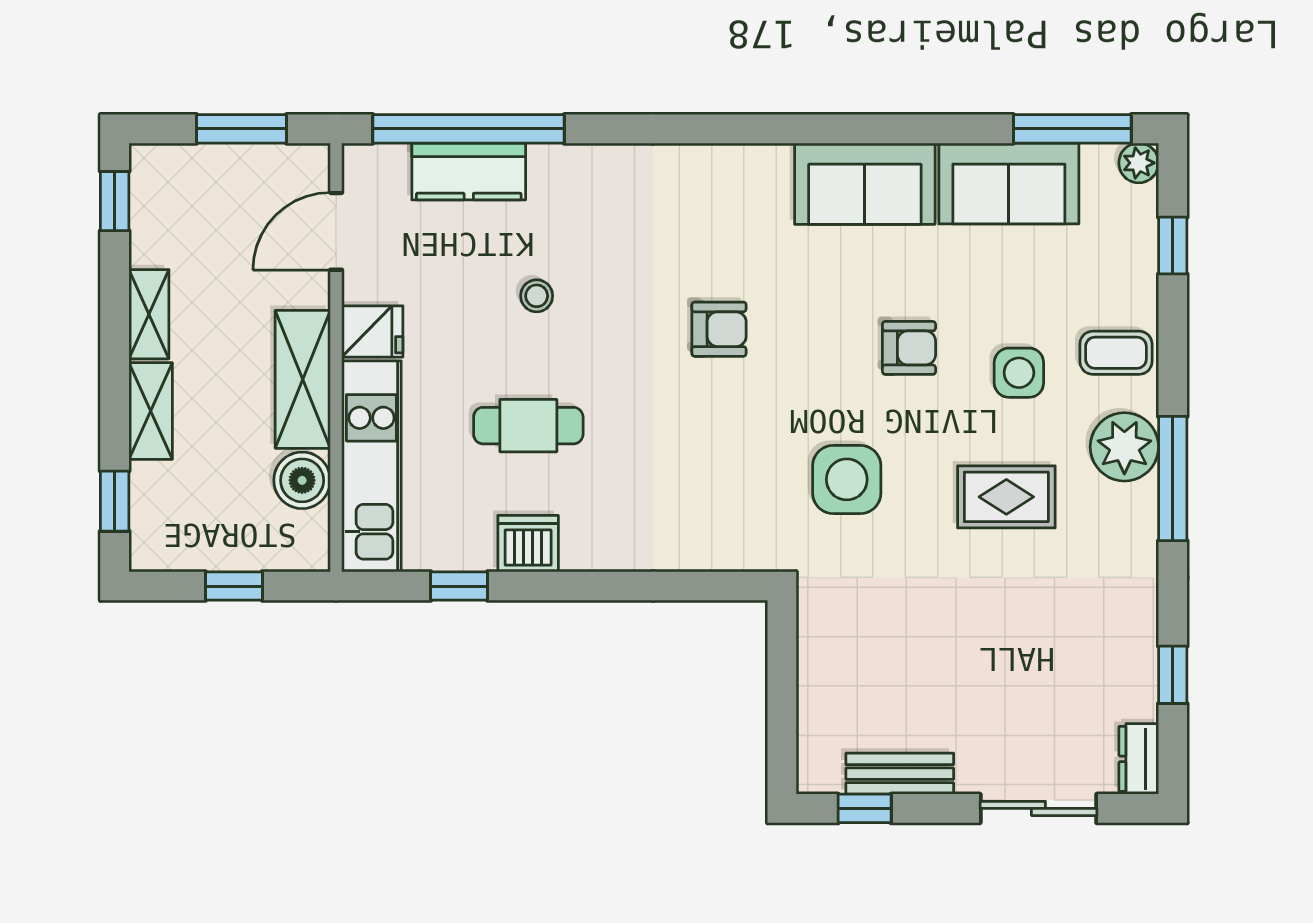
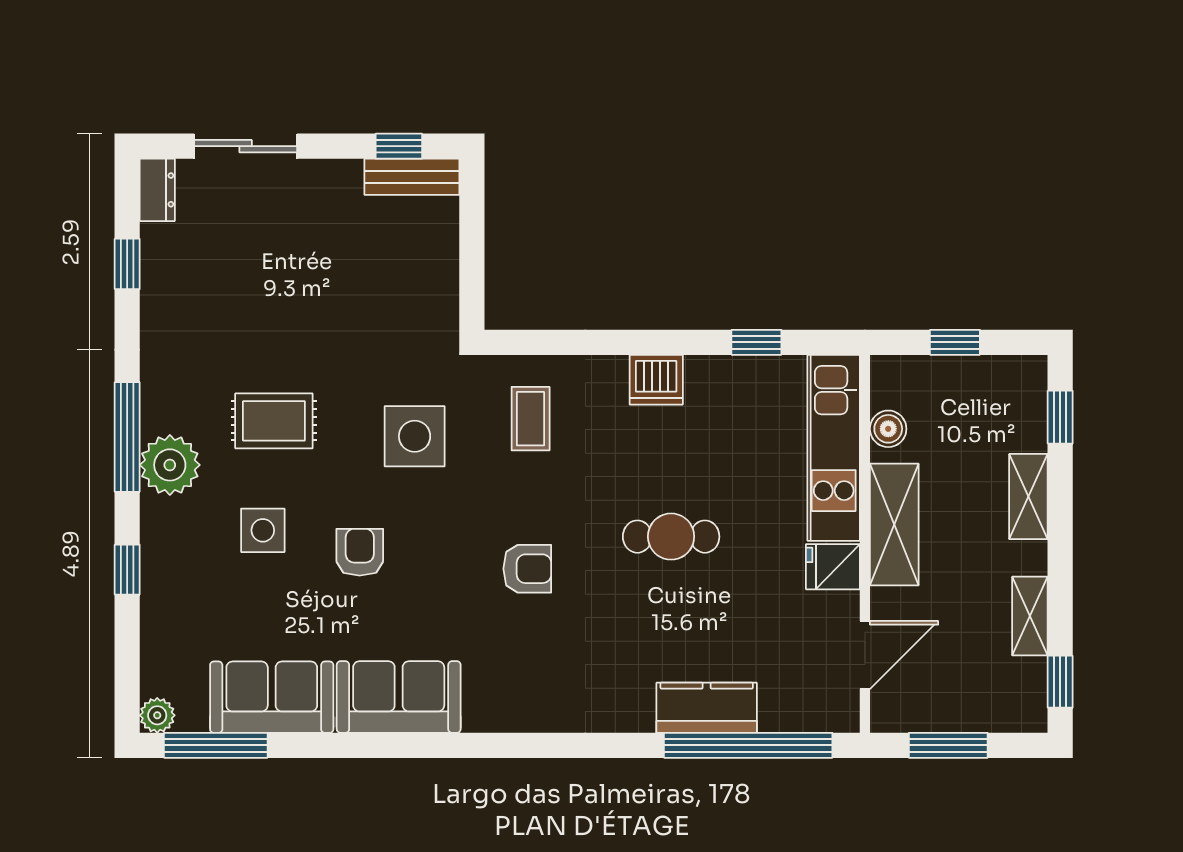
kitchen counter: (469, 171) -> (707, 708), moved
window: (1173, 246) -> (127, 570), moved
stool: (537, 296) -> (688, 598), removed
shelving: (149, 314) -> (1030, 616), moved
armchair: (719, 329) -> (527, 569), turned 180
armchair: (909, 348) -> (360, 552), turned 90
coffee table: (1116, 353) -> (531, 419), moved, turned 90
cafe table: (528, 426) -> (671, 537), moved
boiler: (302, 480) -> (888, 429), width x0.73, depth x0.73
dishwasher: (528, 544) -> (656, 380), moved
bench: (900, 774) -> (412, 177), moved

